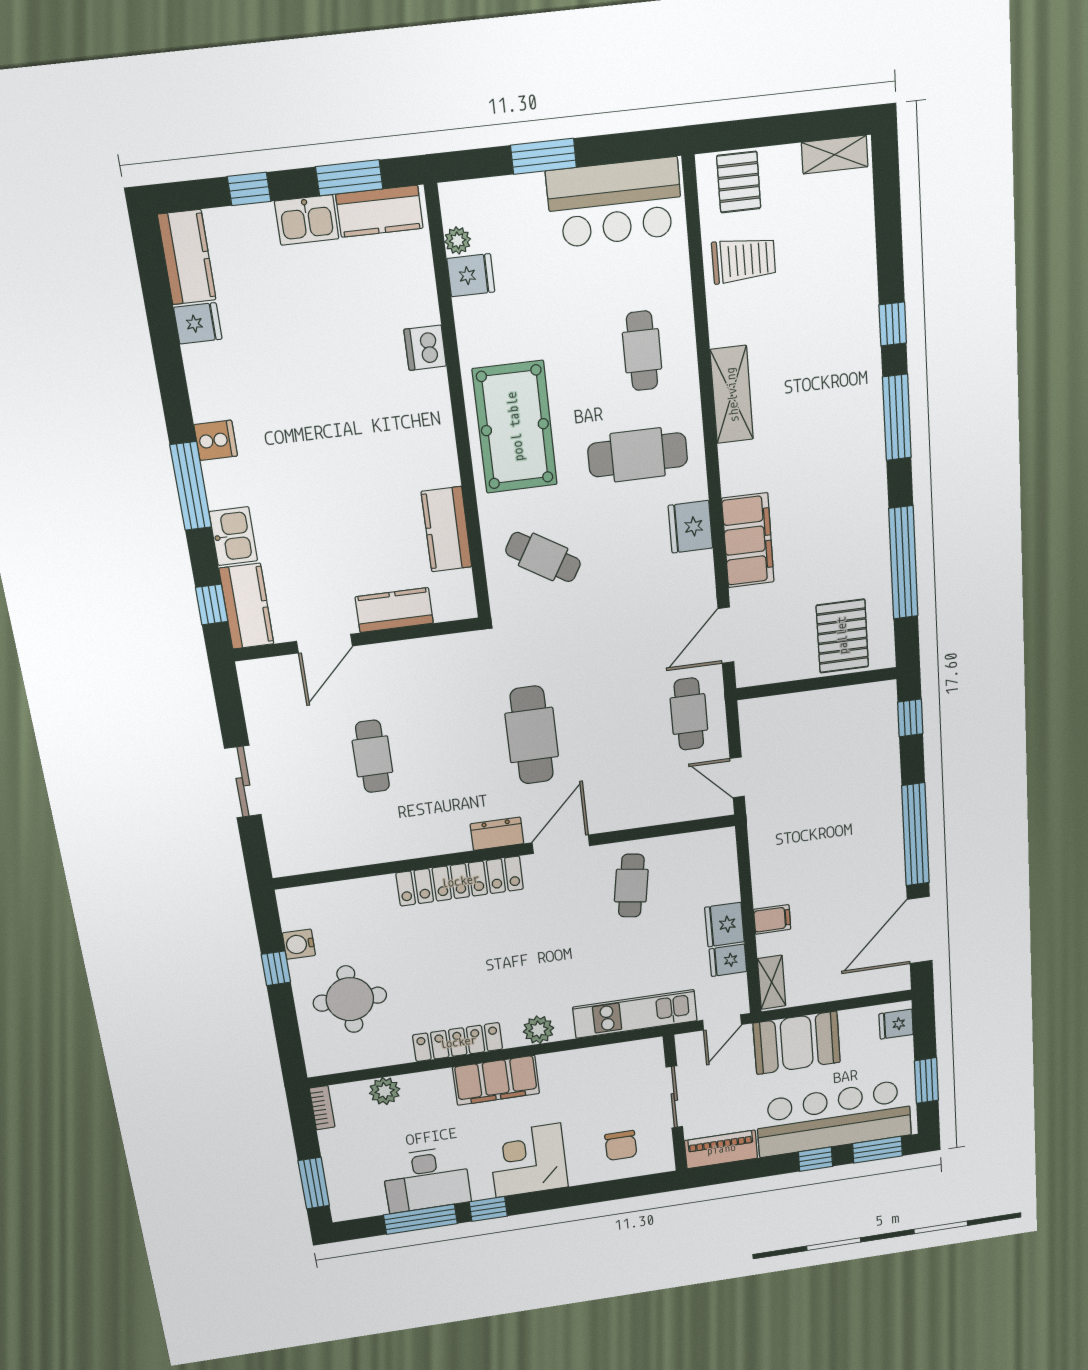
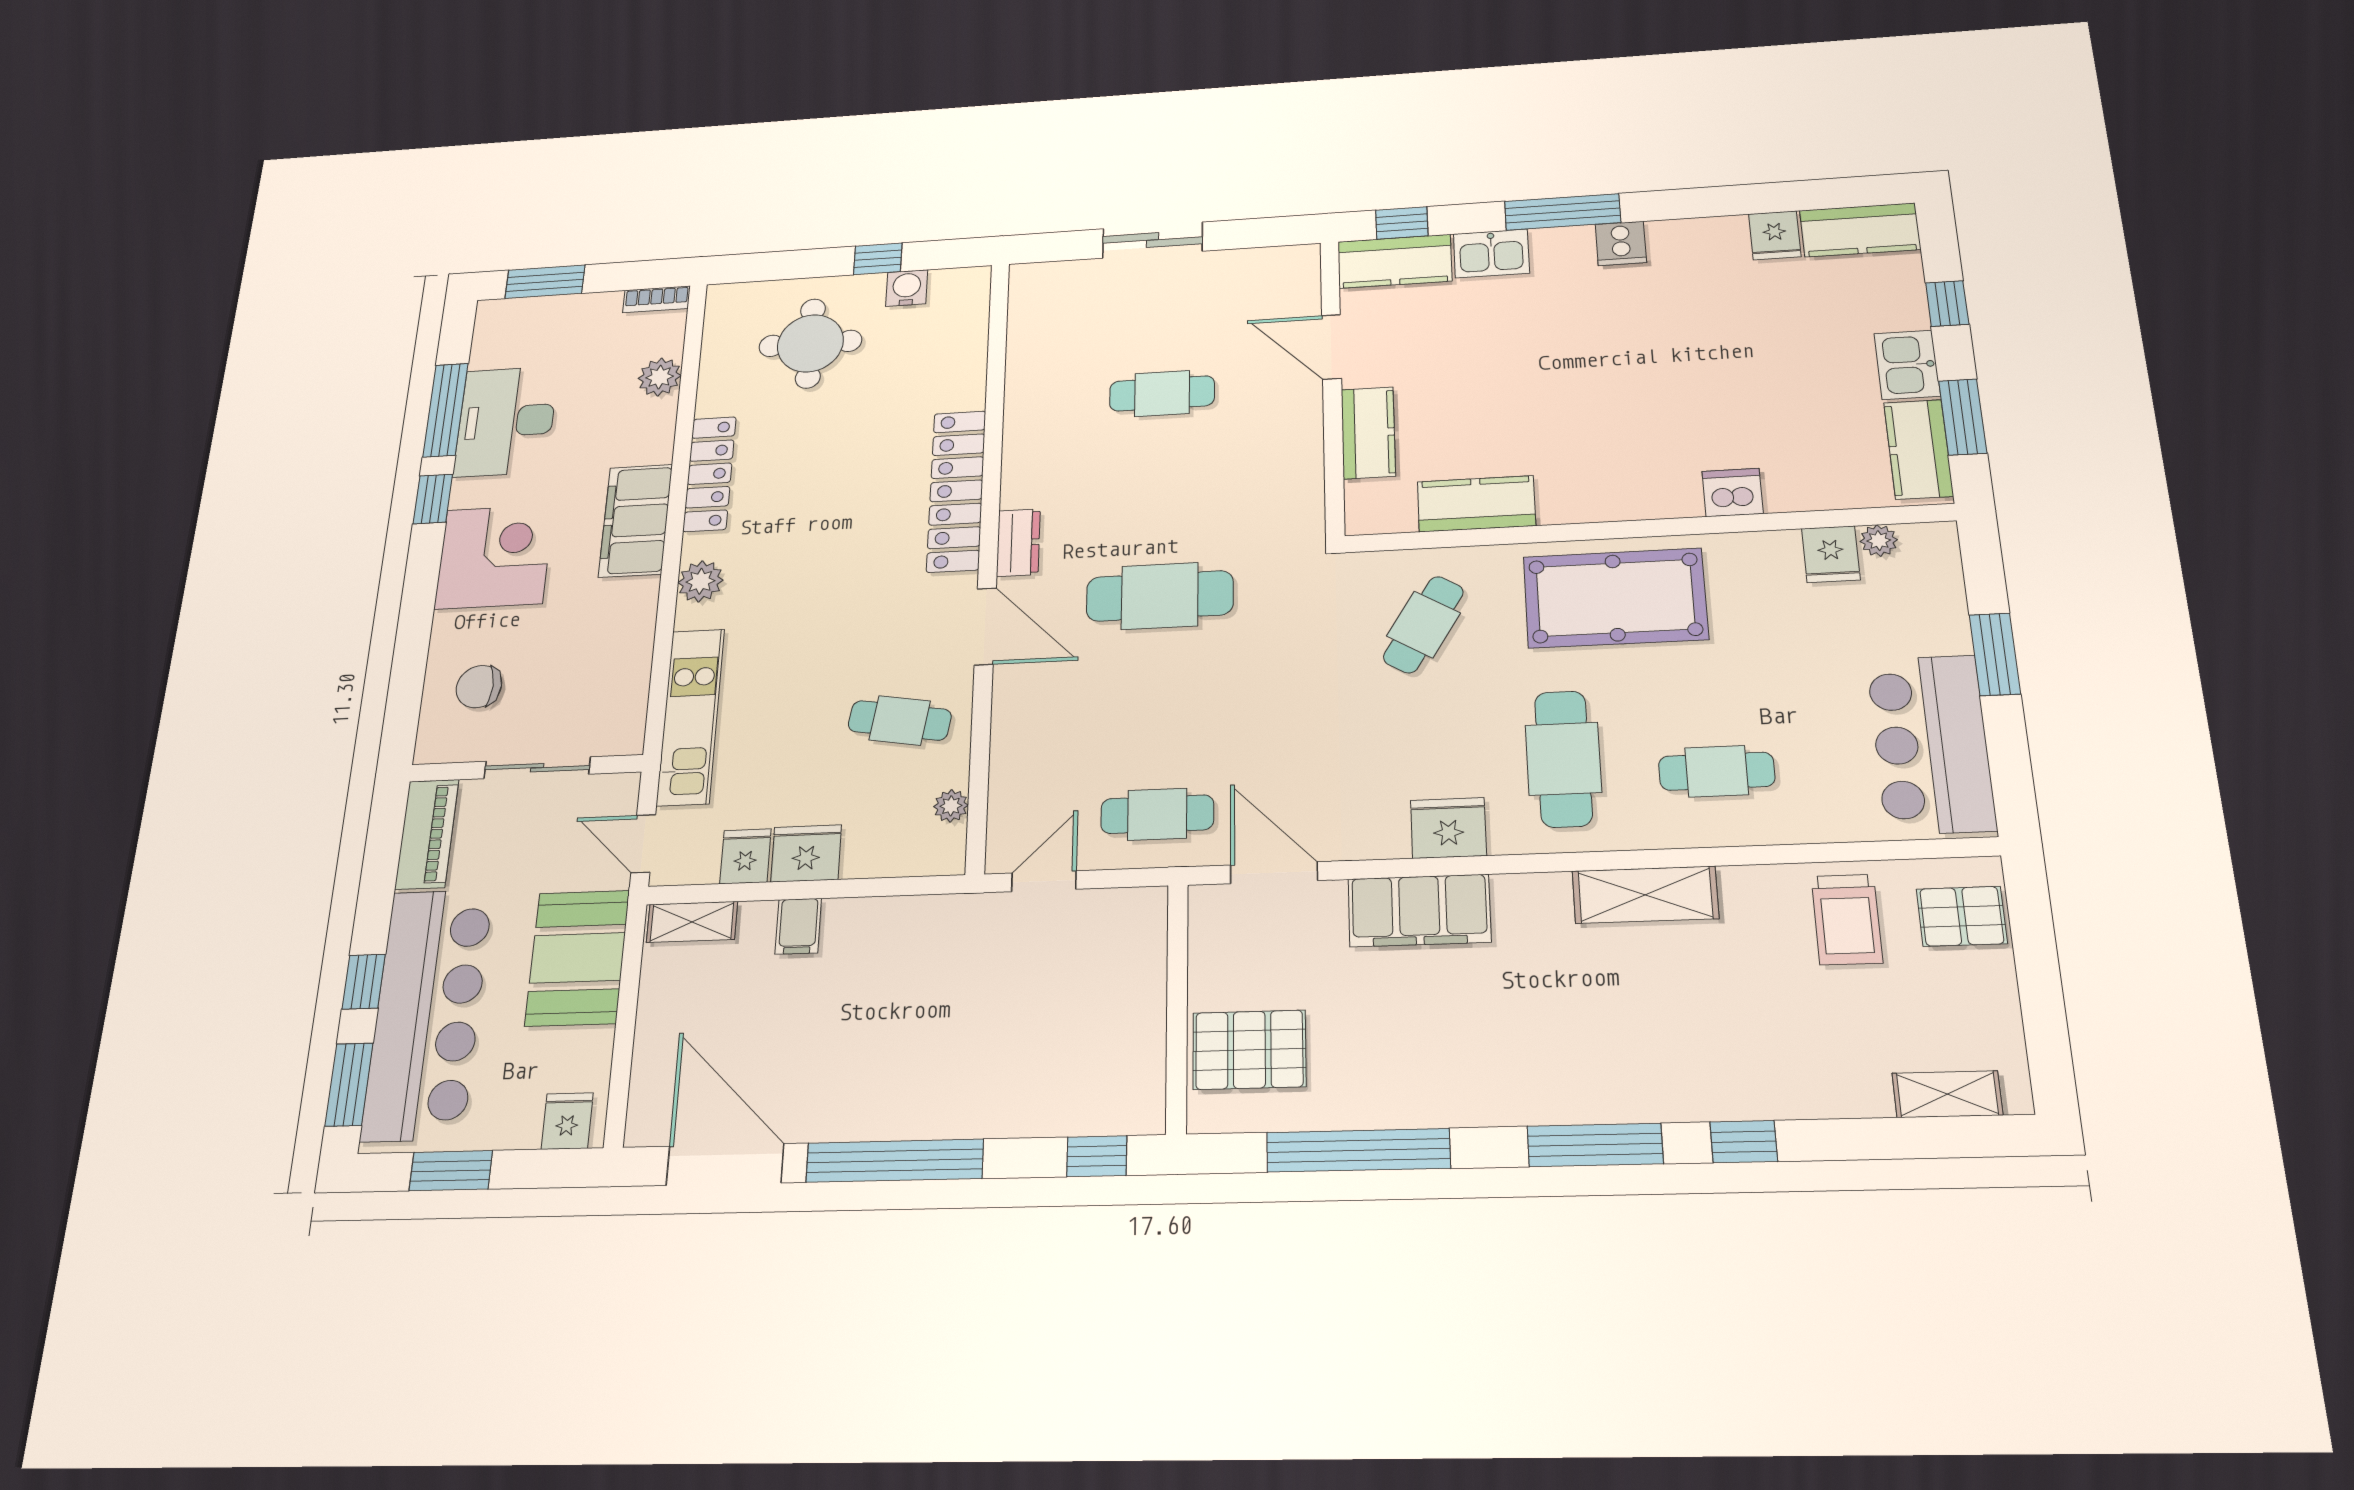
shelving: (835, 155) -> (1947, 1094), moved, turned 90
plant: (689, 843) -> (951, 806), added

